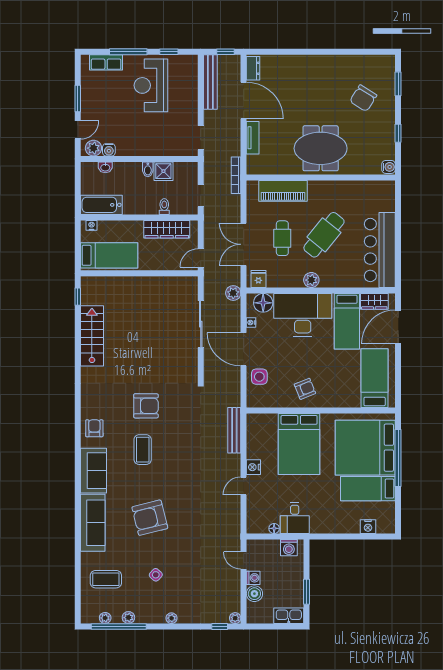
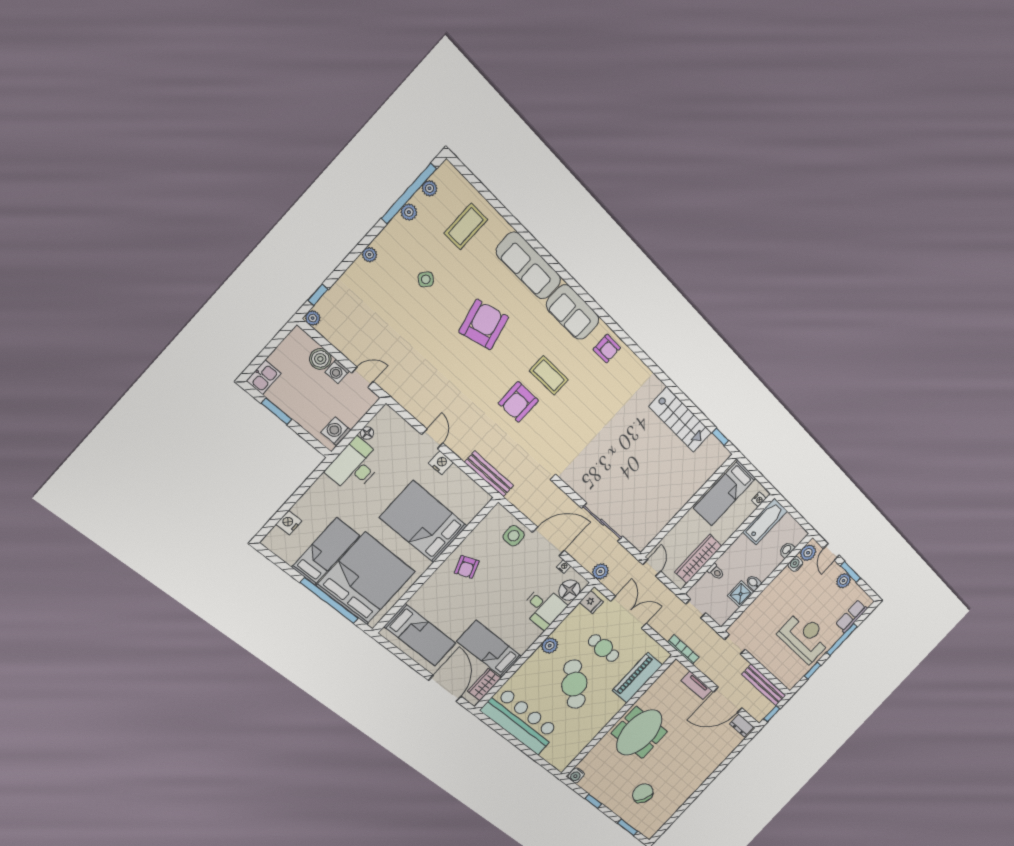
plant: (88, 97) -> (844, 581), added
desk: (303, 315) -> (544, 607), width x0.53, depth x0.77
armchair: (146, 406) -> (518, 402), moved
desk: (295, 518) -> (355, 466), width x1.37
kitchen sink: (289, 616) -> (264, 377), width x0.73

